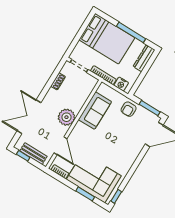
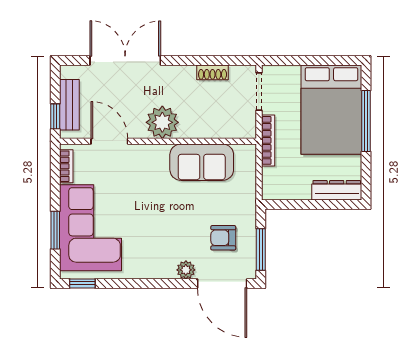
window: (131, 32) -> (366, 121), moved
nightstand: (121, 84) -> (272, 179), removed
armchair: (129, 109) -> (223, 238), moved
door: (61, 146) -> (109, 141), swing flipped
plant: (138, 147) -> (186, 270), added
window: (23, 156) -> (55, 116), moved

